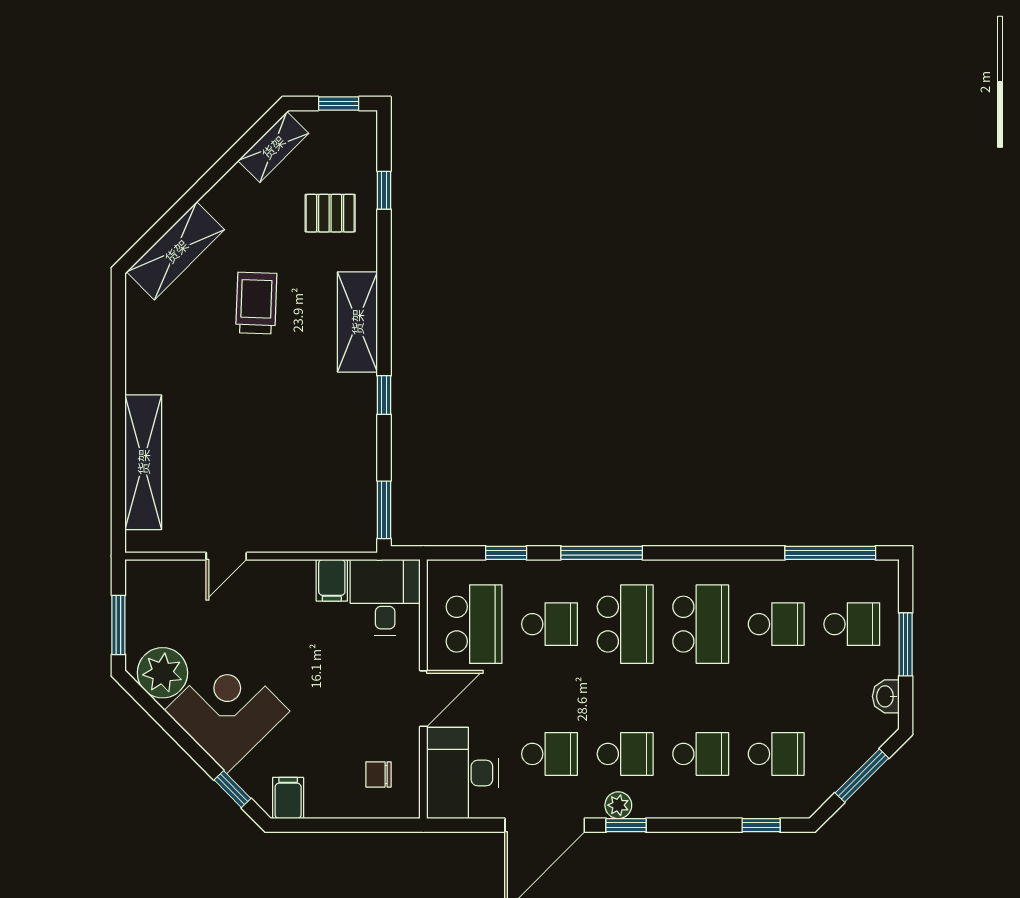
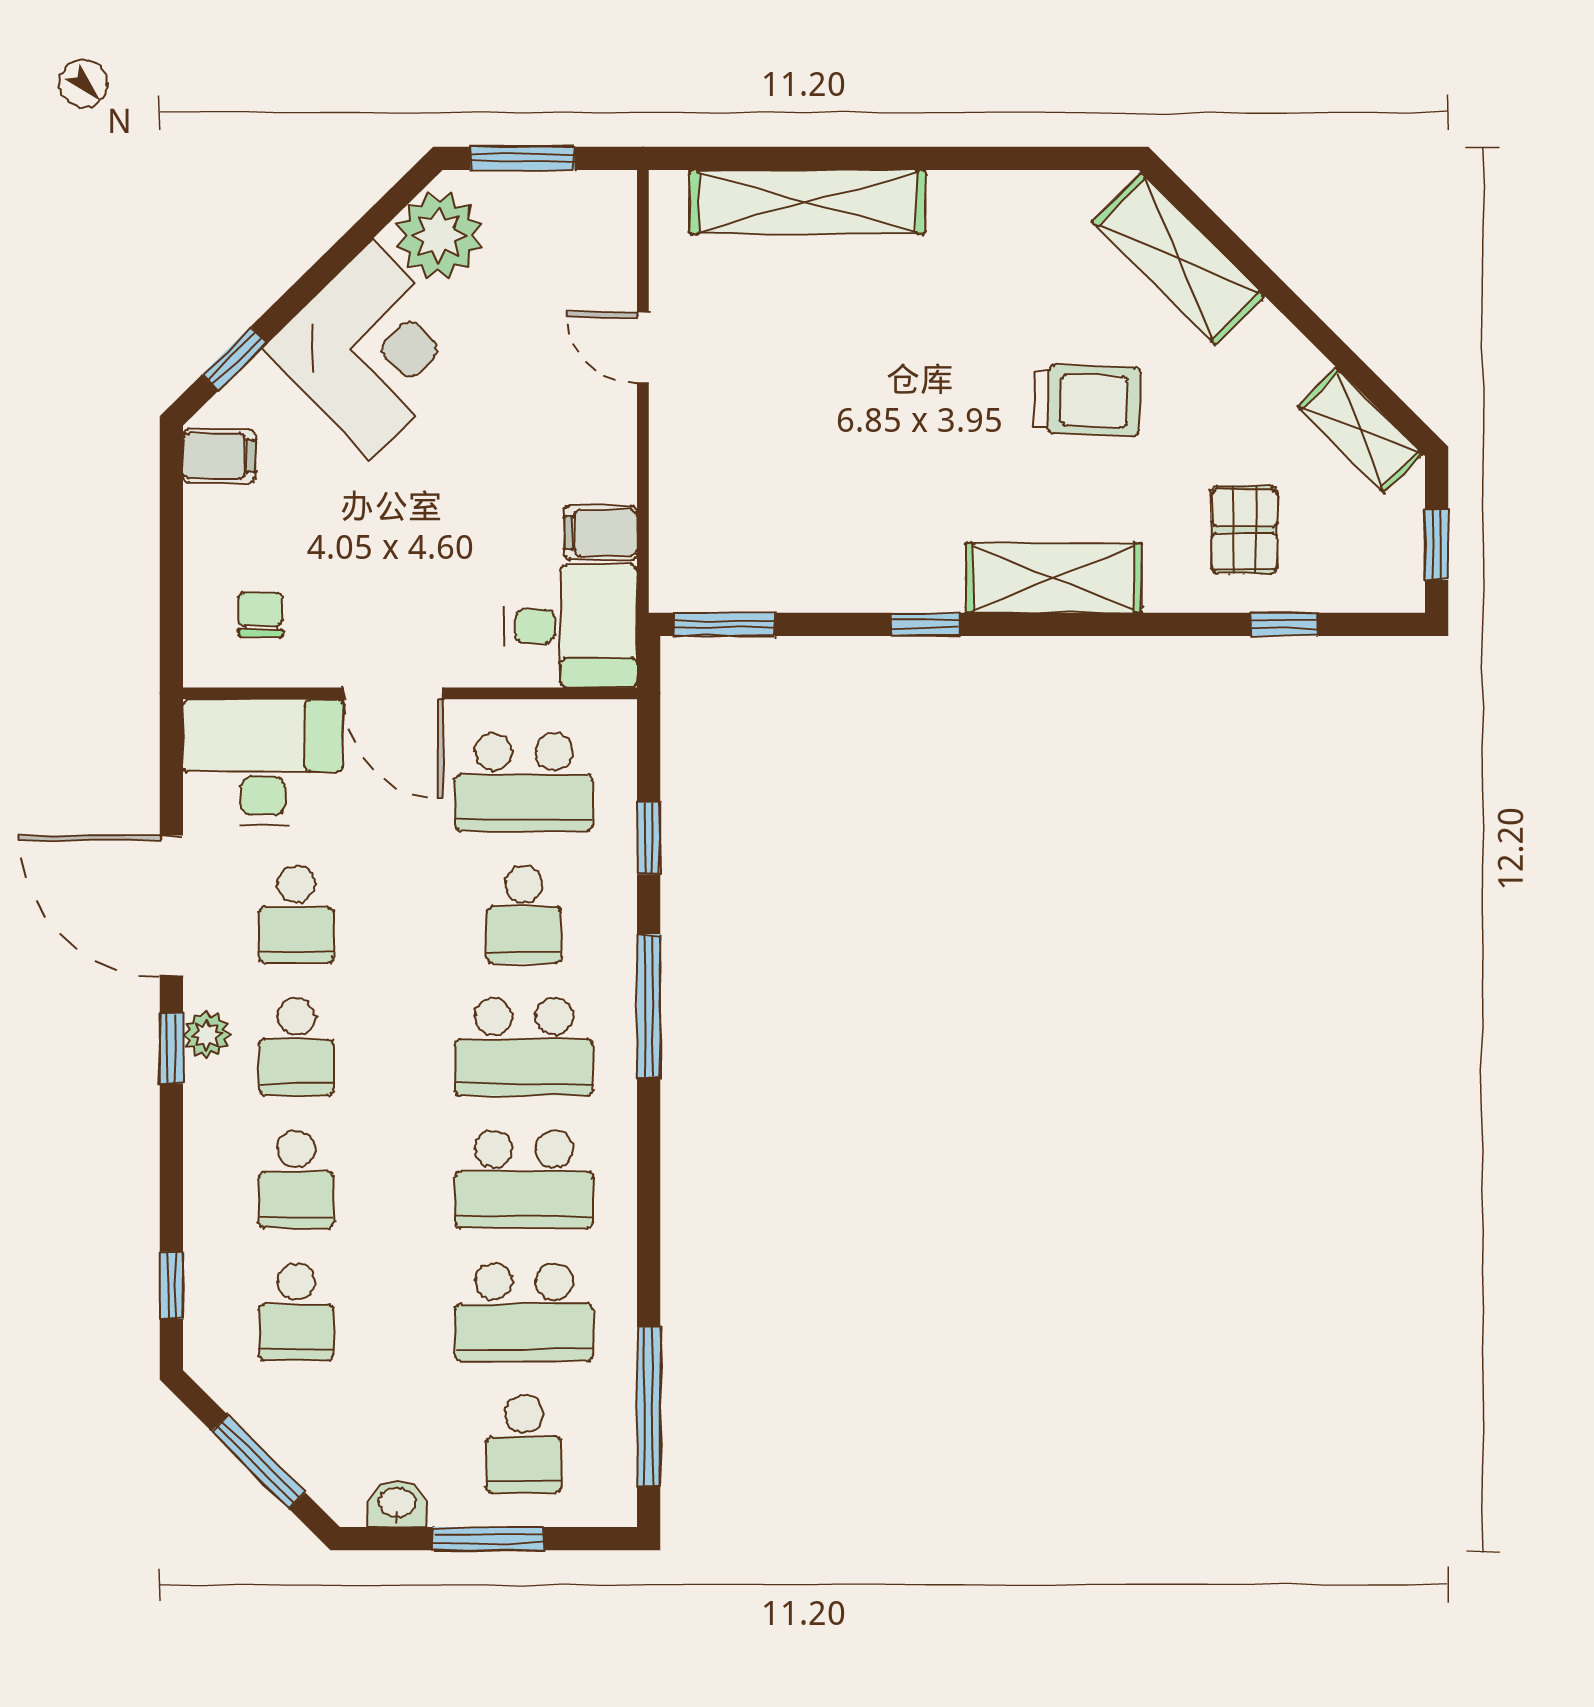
school desk: (776, 624) -> (524, 1312), width x1.85

